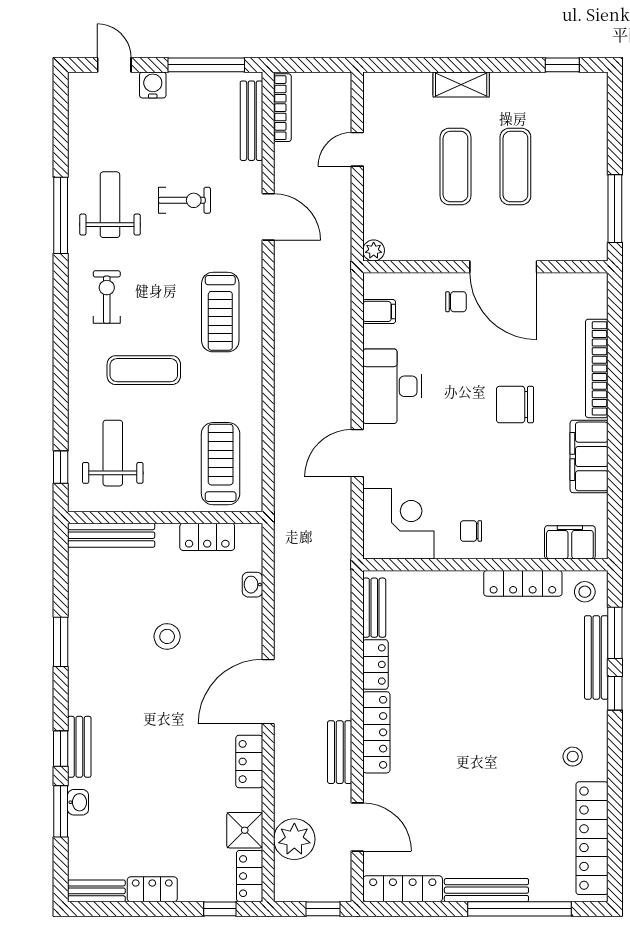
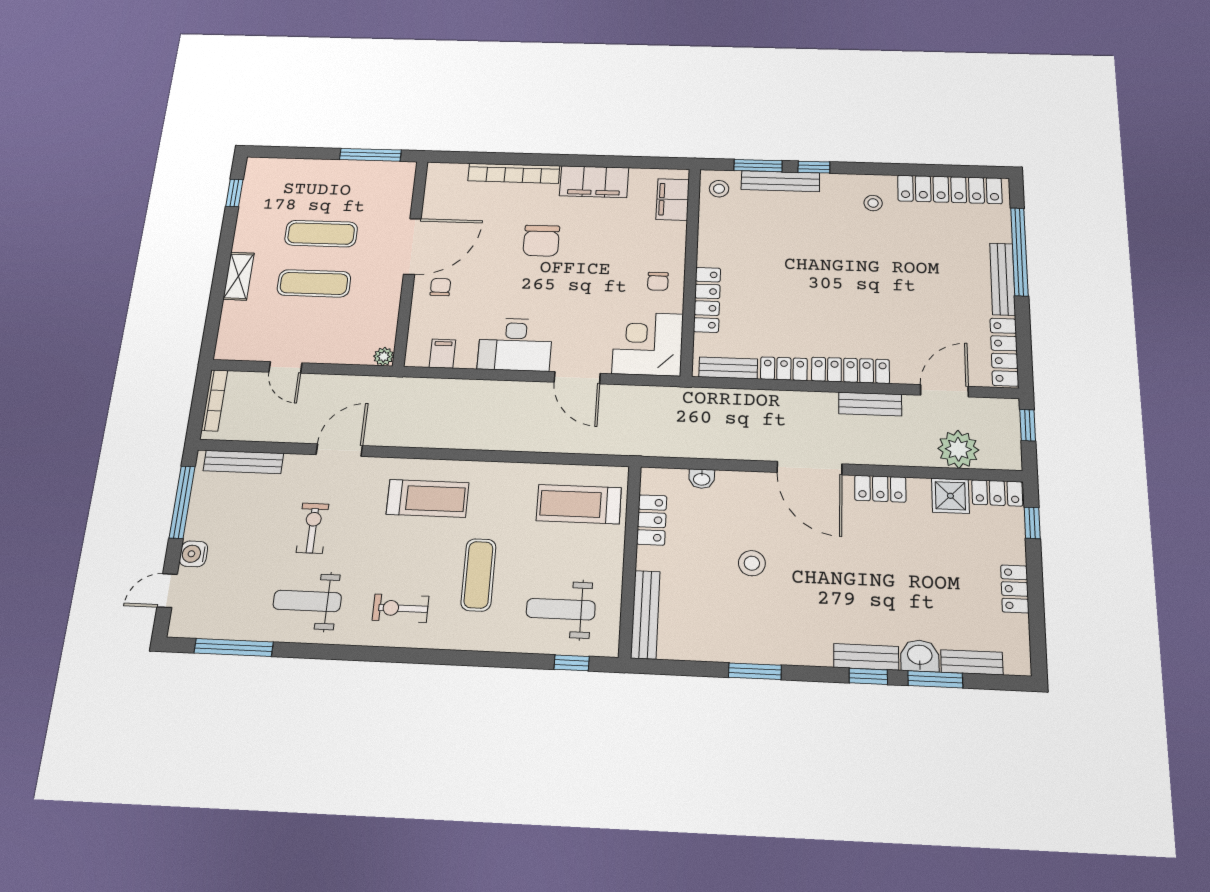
bookcase: (282, 108) -> (214, 400), moved, turned 90
window: (61, 215) -> (234, 648), moved
locker: (523, 583) -> (707, 300), moved
washbasin: (78, 802) -> (920, 656), width x1.38, depth x1.45
bench: (96, 891) -> (972, 662), moved, turned 90

